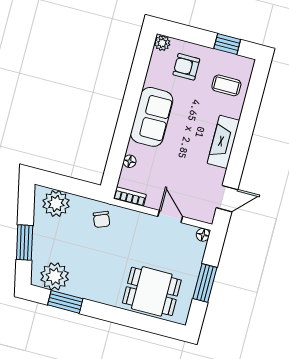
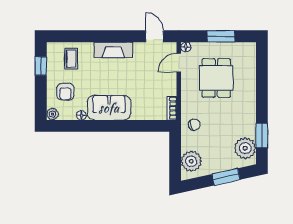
floor lamp: (130, 161) -> (81, 115), moved
door: (170, 217) -> (179, 63), moved
dining table: (152, 291) -> (216, 78), moved

